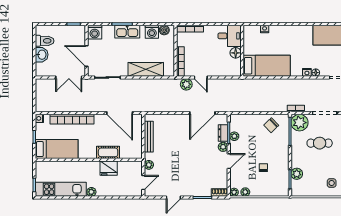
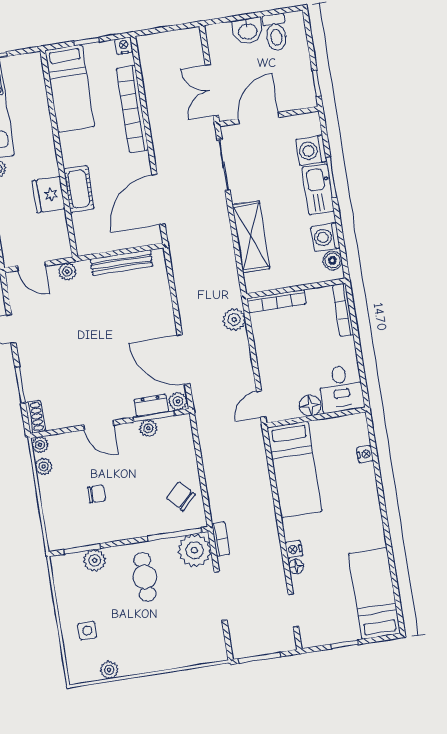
washing machine: (95, 32) -> (311, 150), moved
door: (201, 77) -> (261, 404), moved
cafe table: (320, 143) -> (145, 577), moved
plant: (223, 147) -> (178, 401), moved

